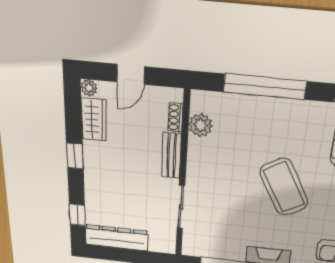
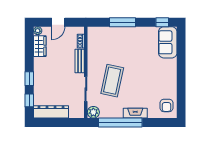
window: (265, 87) -> (122, 22), width x0.68
plant: (201, 125) -> (93, 112), moved
window: (75, 156) -> (29, 79), moved
coffee table: (284, 187) -> (112, 81), moved, turned 42

